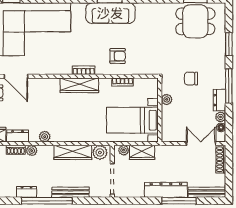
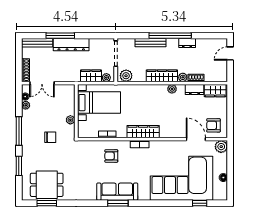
dresser: (219, 100) -> (27, 119), removed
wardrobe: (73, 152) -> (162, 76), moved

